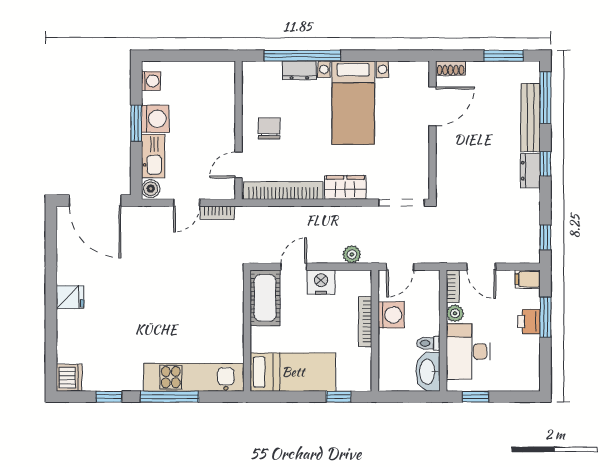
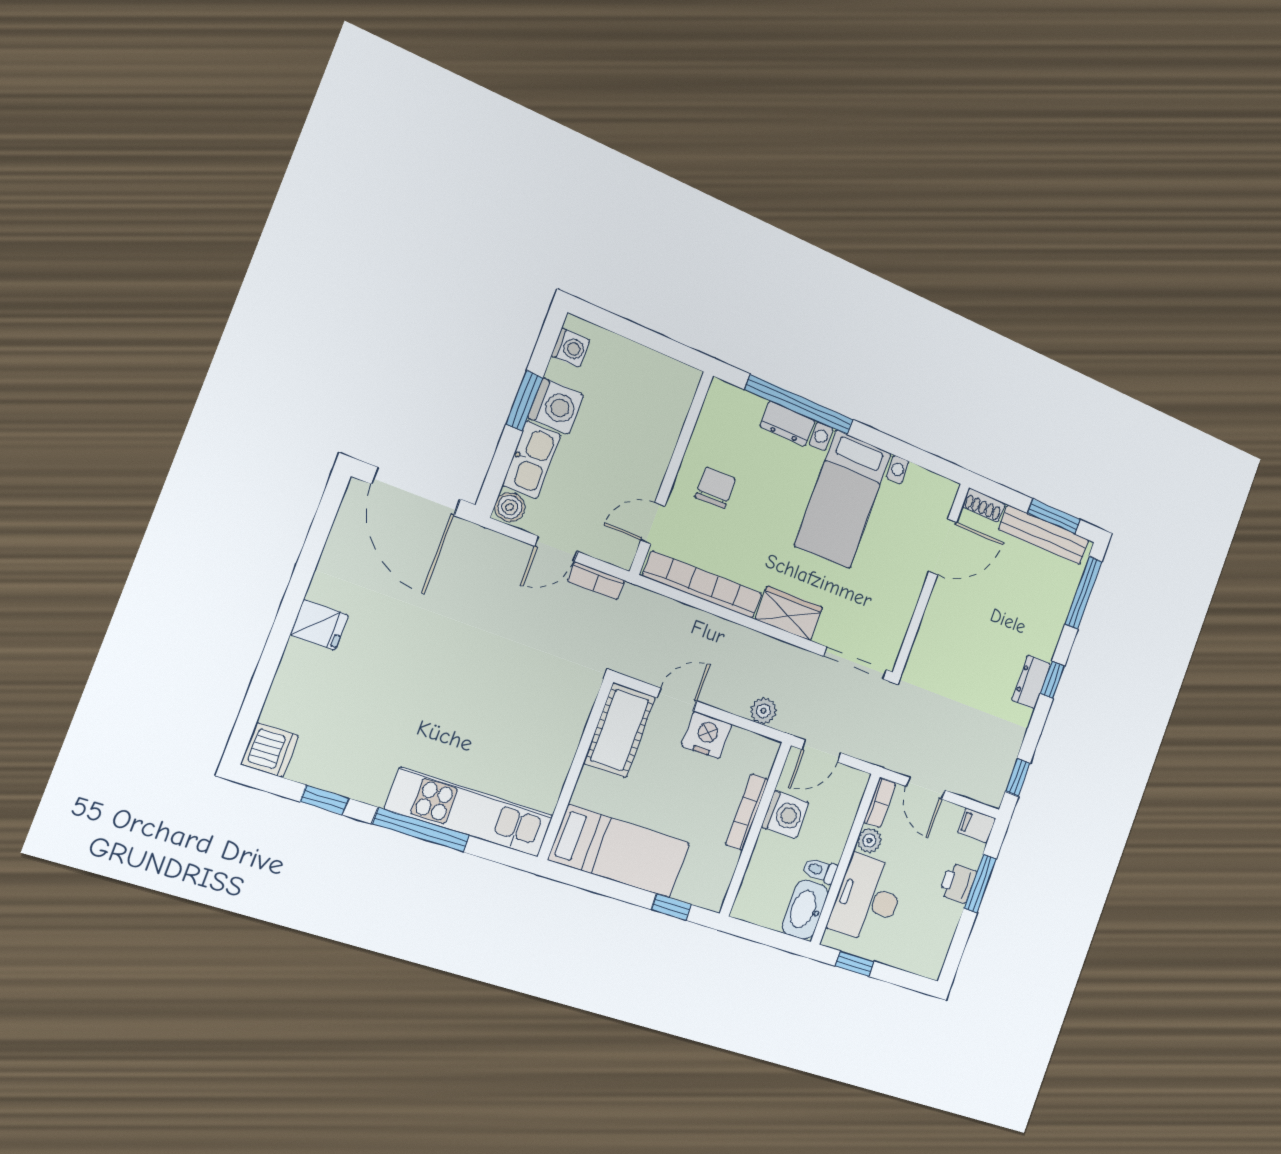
bench: (531, 118) -> (1044, 535), moved, turned 90

